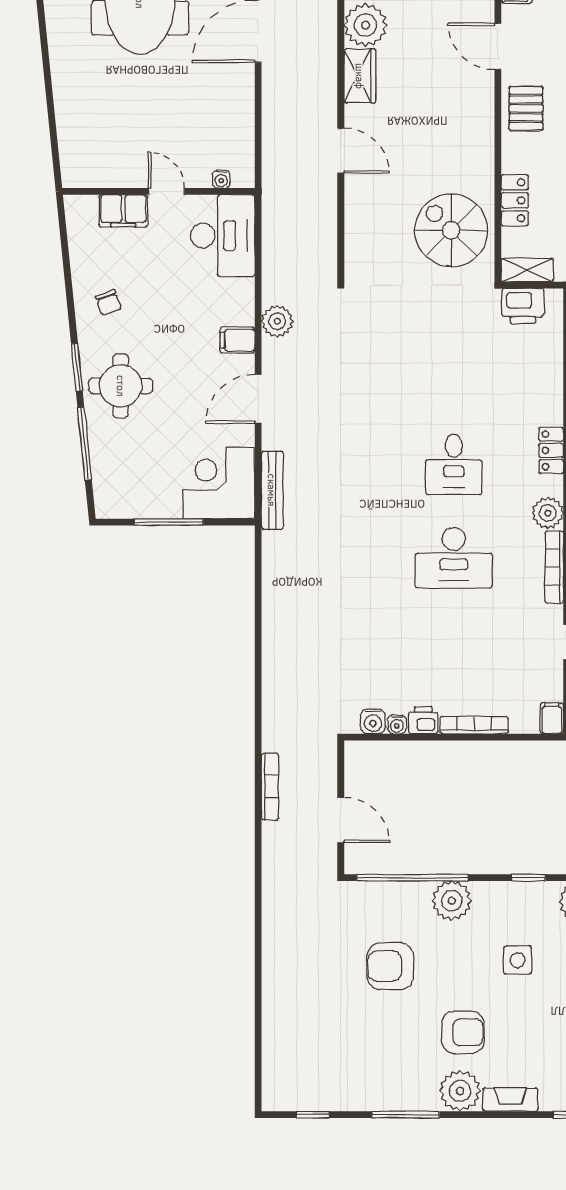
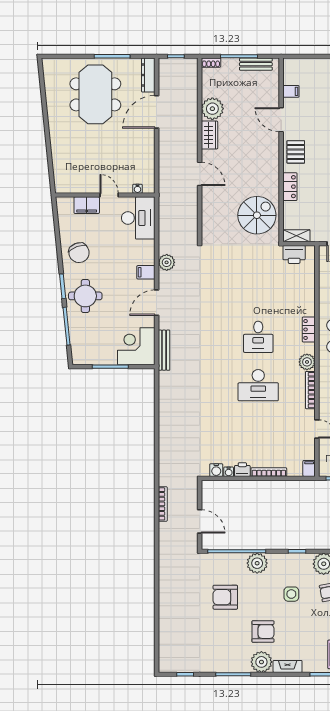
locker: (515, 200) -> (290, 187), moved
spiral stairs: (451, 230) -> (257, 215), turned 90
chair: (108, 302) -> (79, 253), width x1.87, depth x1.87

